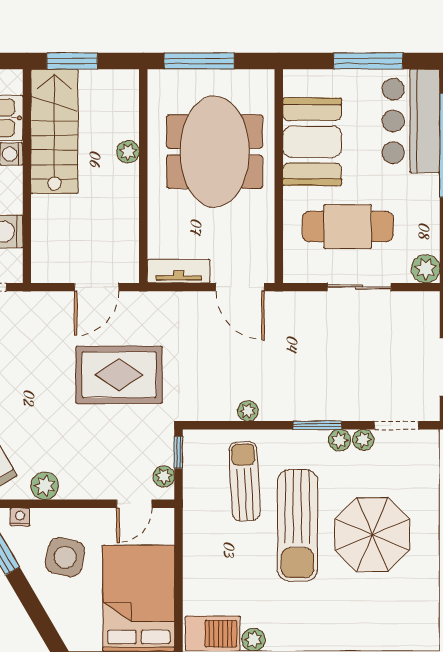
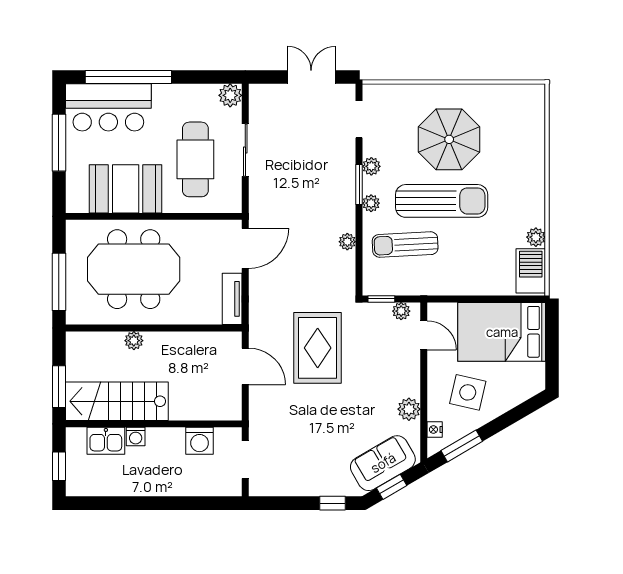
plant: (363, 440) -> (371, 203), moved

